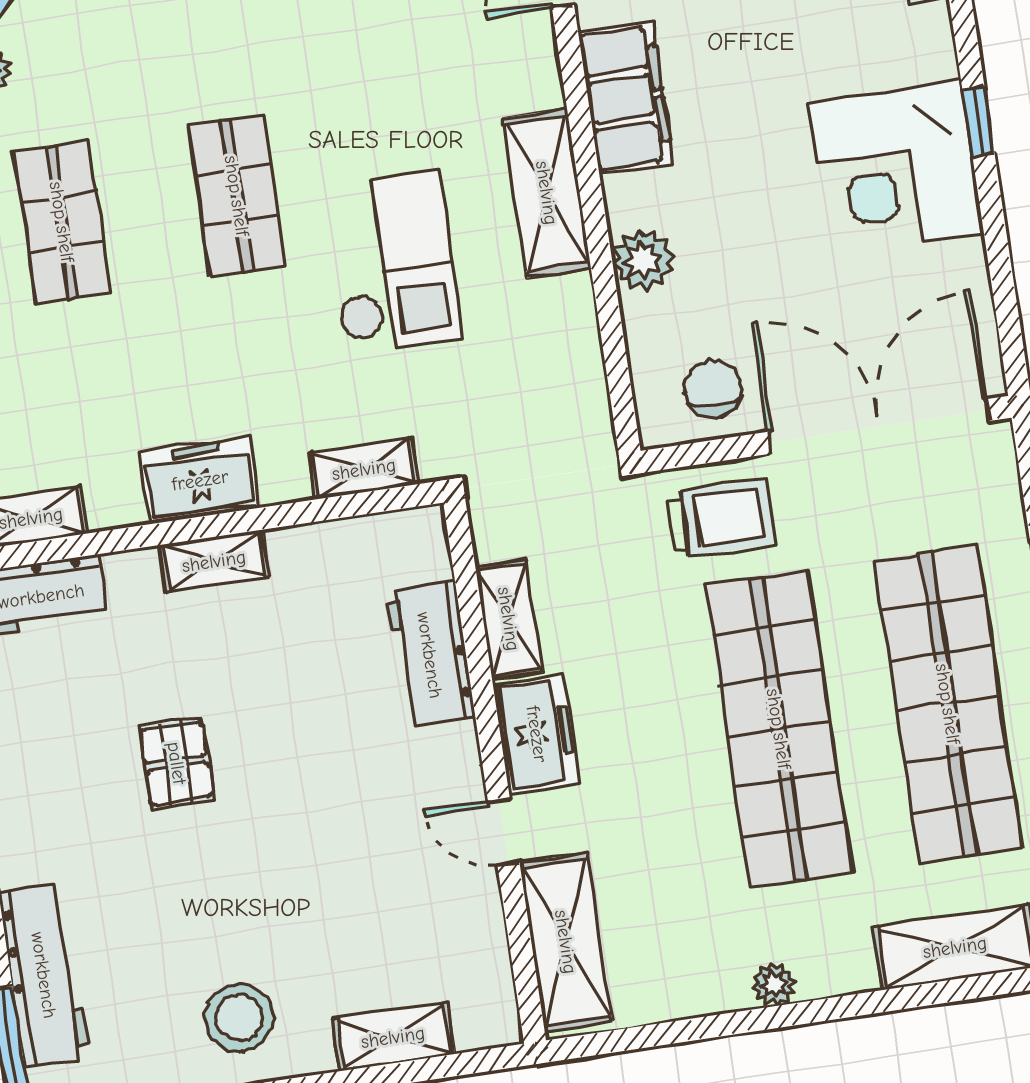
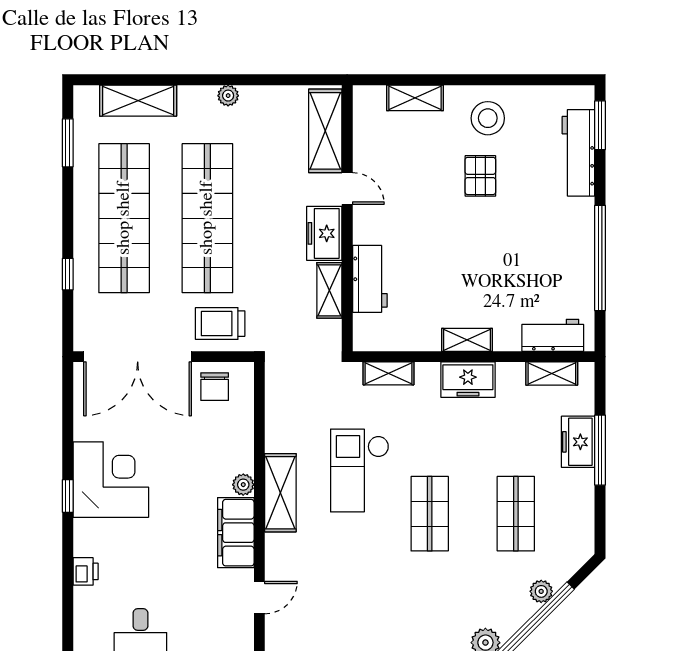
plant: (643, 260) -> (243, 485), moved, width x0.73, depth x0.73
pallet: (177, 763) -> (480, 176), moved

